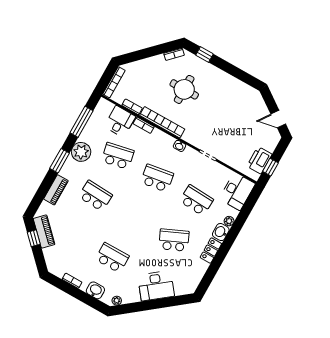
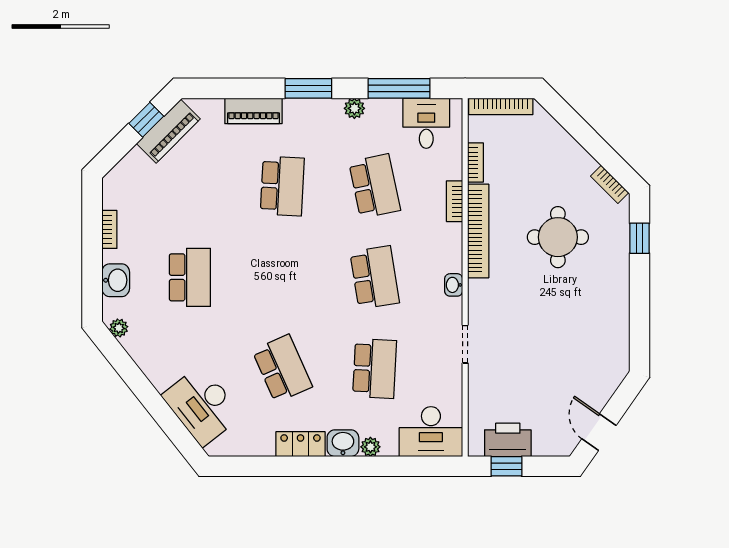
desk: (120, 121) -> (426, 123), moved, turned -90
plant: (81, 152) -> (354, 108), width x0.53, depth x0.53
desk: (156, 286) -> (202, 405), moved

